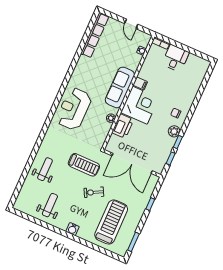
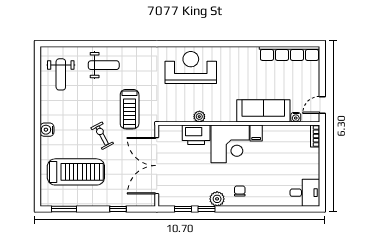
door: (131, 24) -> (322, 105), moved
desk: (176, 58) -> (305, 193), moved
sofa: (120, 87) -> (263, 111), moved
weight bench: (50, 205) -> (61, 74), moved, turned 90

